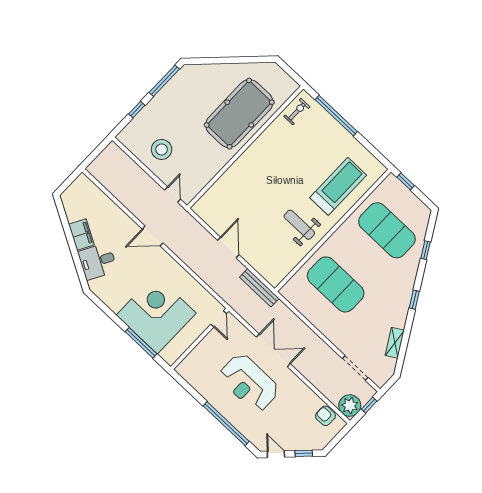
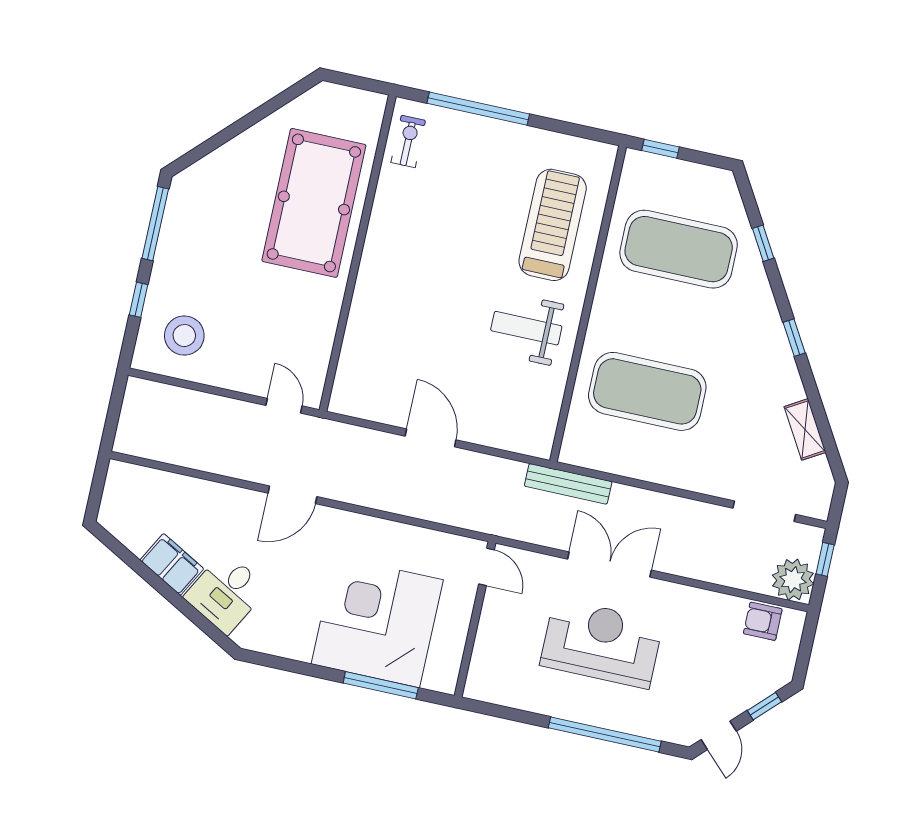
stool: (162, 150) -> (184, 336), moved
bench: (259, 288) -> (568, 484), moved
reception desk: (249, 383) -> (602, 643), turned 180
door: (276, 454) -> (719, 735), swing flipped

